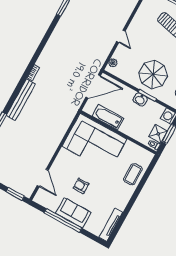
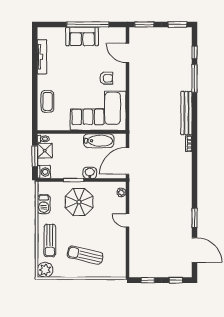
washbasin: (140, 100) -> (90, 173), moved
armchair: (81, 186) -> (106, 78), moved
tv unit: (111, 225) -> (42, 57), moved

